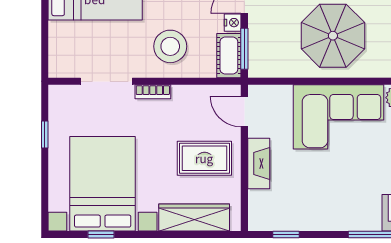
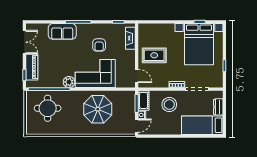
dresser: (59, 41) -> (218, 107), added
fireplace: (259, 163) -> (130, 38), moved
armchair: (330, 182) -> (99, 45), added
wardrobe: (194, 217) -> (159, 29), removed

